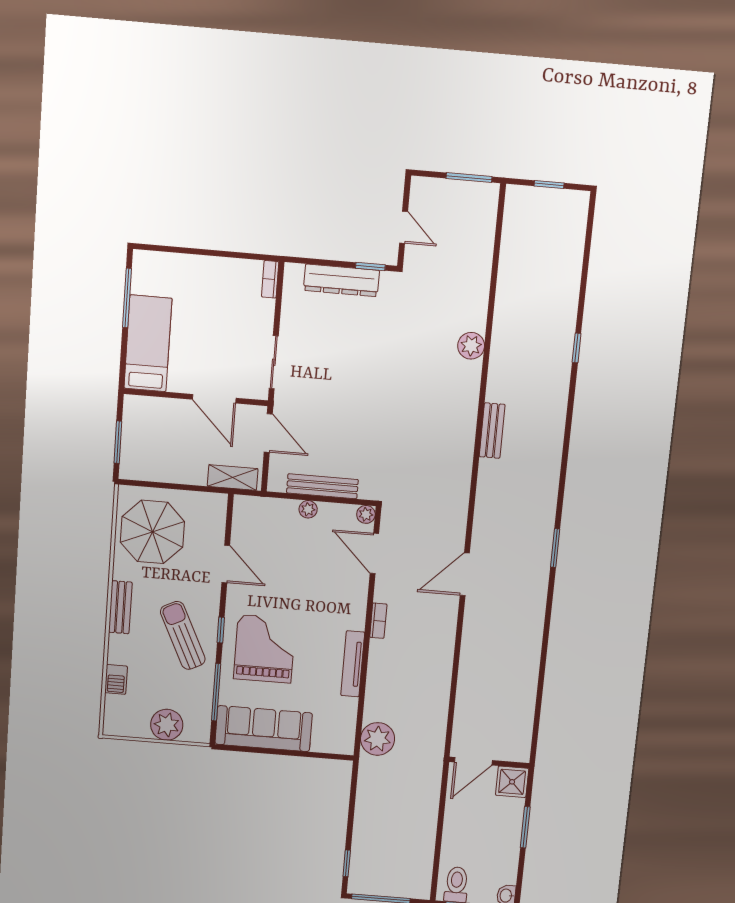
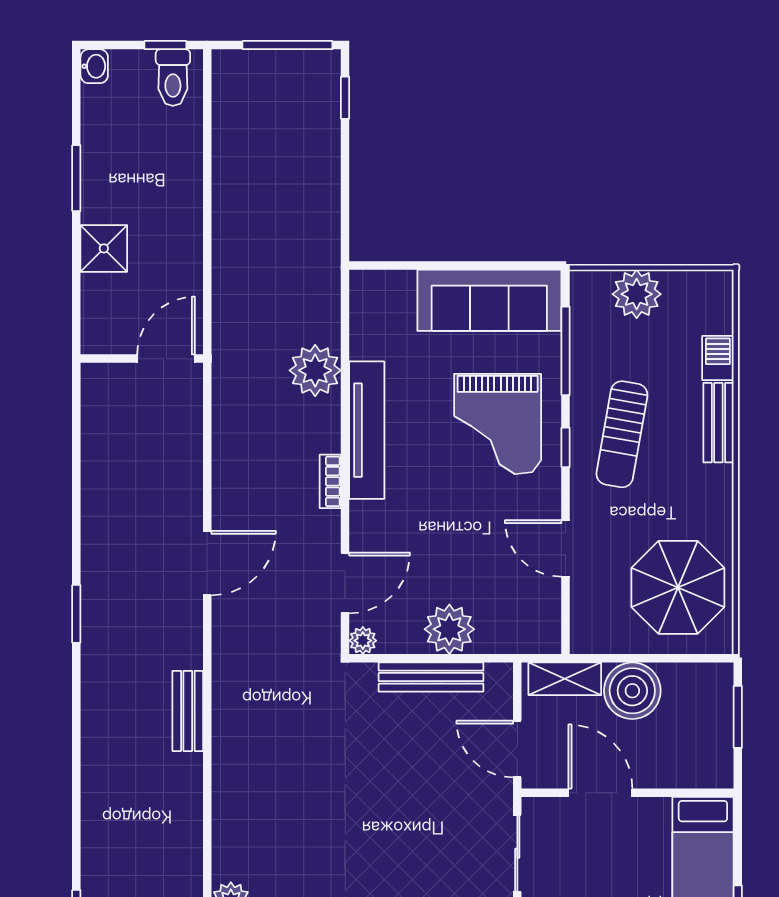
bench: (492, 431) -> (188, 711), moved
boiler: (188, 466) -> (632, 691), added
plant: (308, 509) -> (449, 629), width x1.88, depth x1.88
door: (374, 553) -> (345, 583), hinge flipped
bench: (120, 607) -> (718, 423), moved
sun lounger: (183, 635) -> (622, 434), turned 36
tv unit: (353, 664) -> (367, 430), width x1.36, depth x1.29
plant: (378, 739) -> (315, 370), moved
door: (473, 761) -> (166, 359), moved
wall: (489, 762) -> (142, 359), moved

